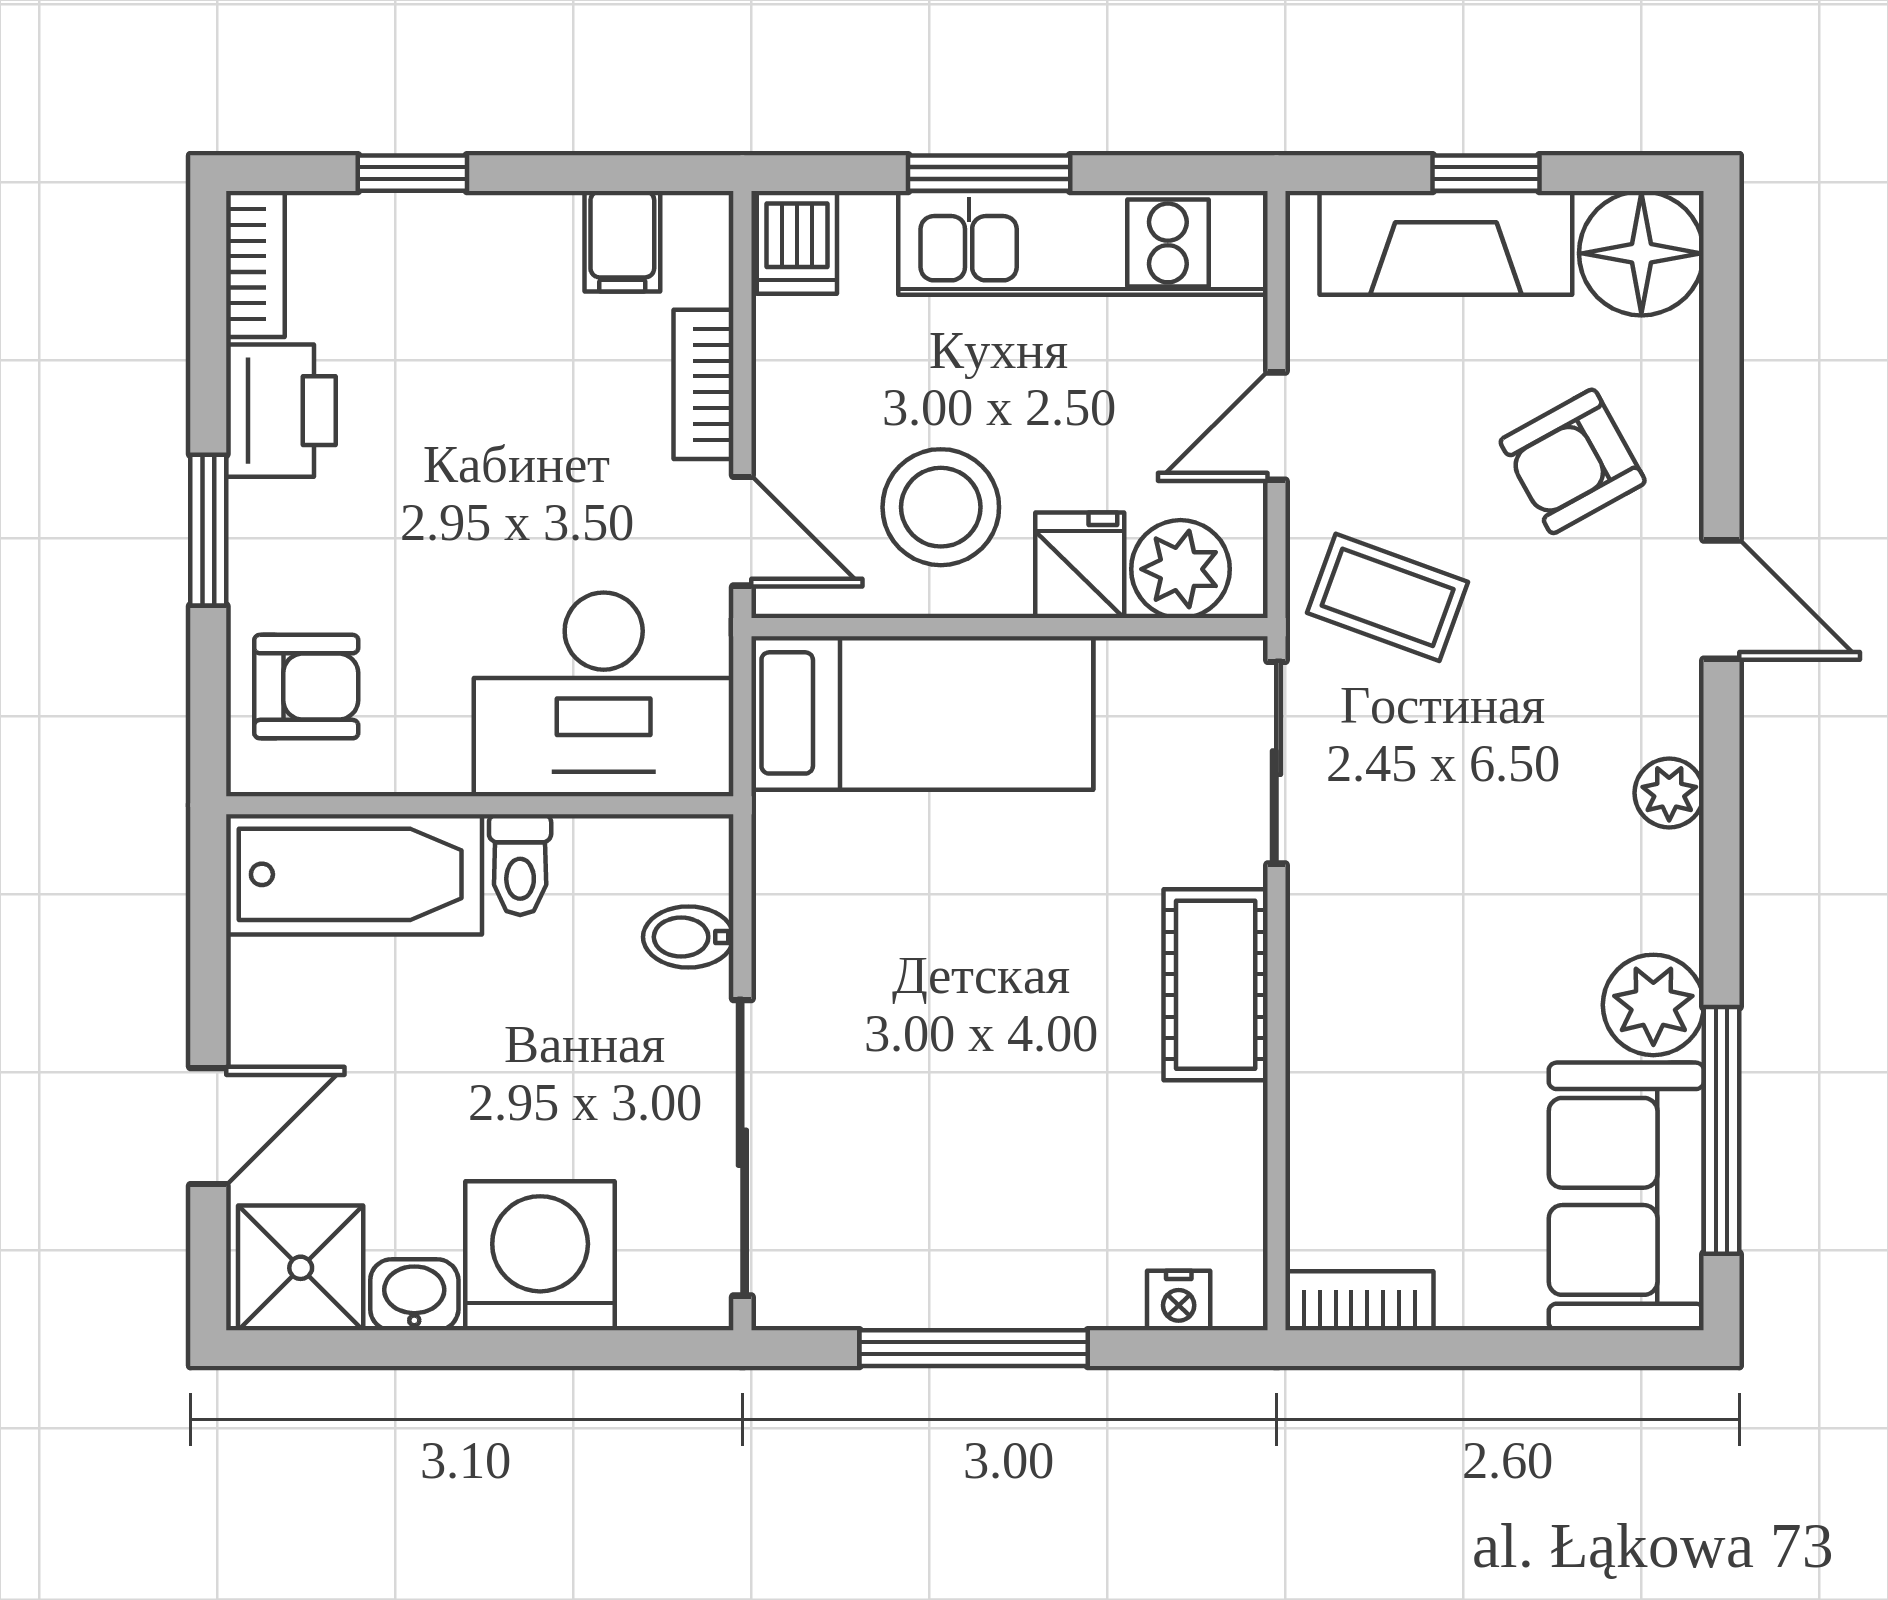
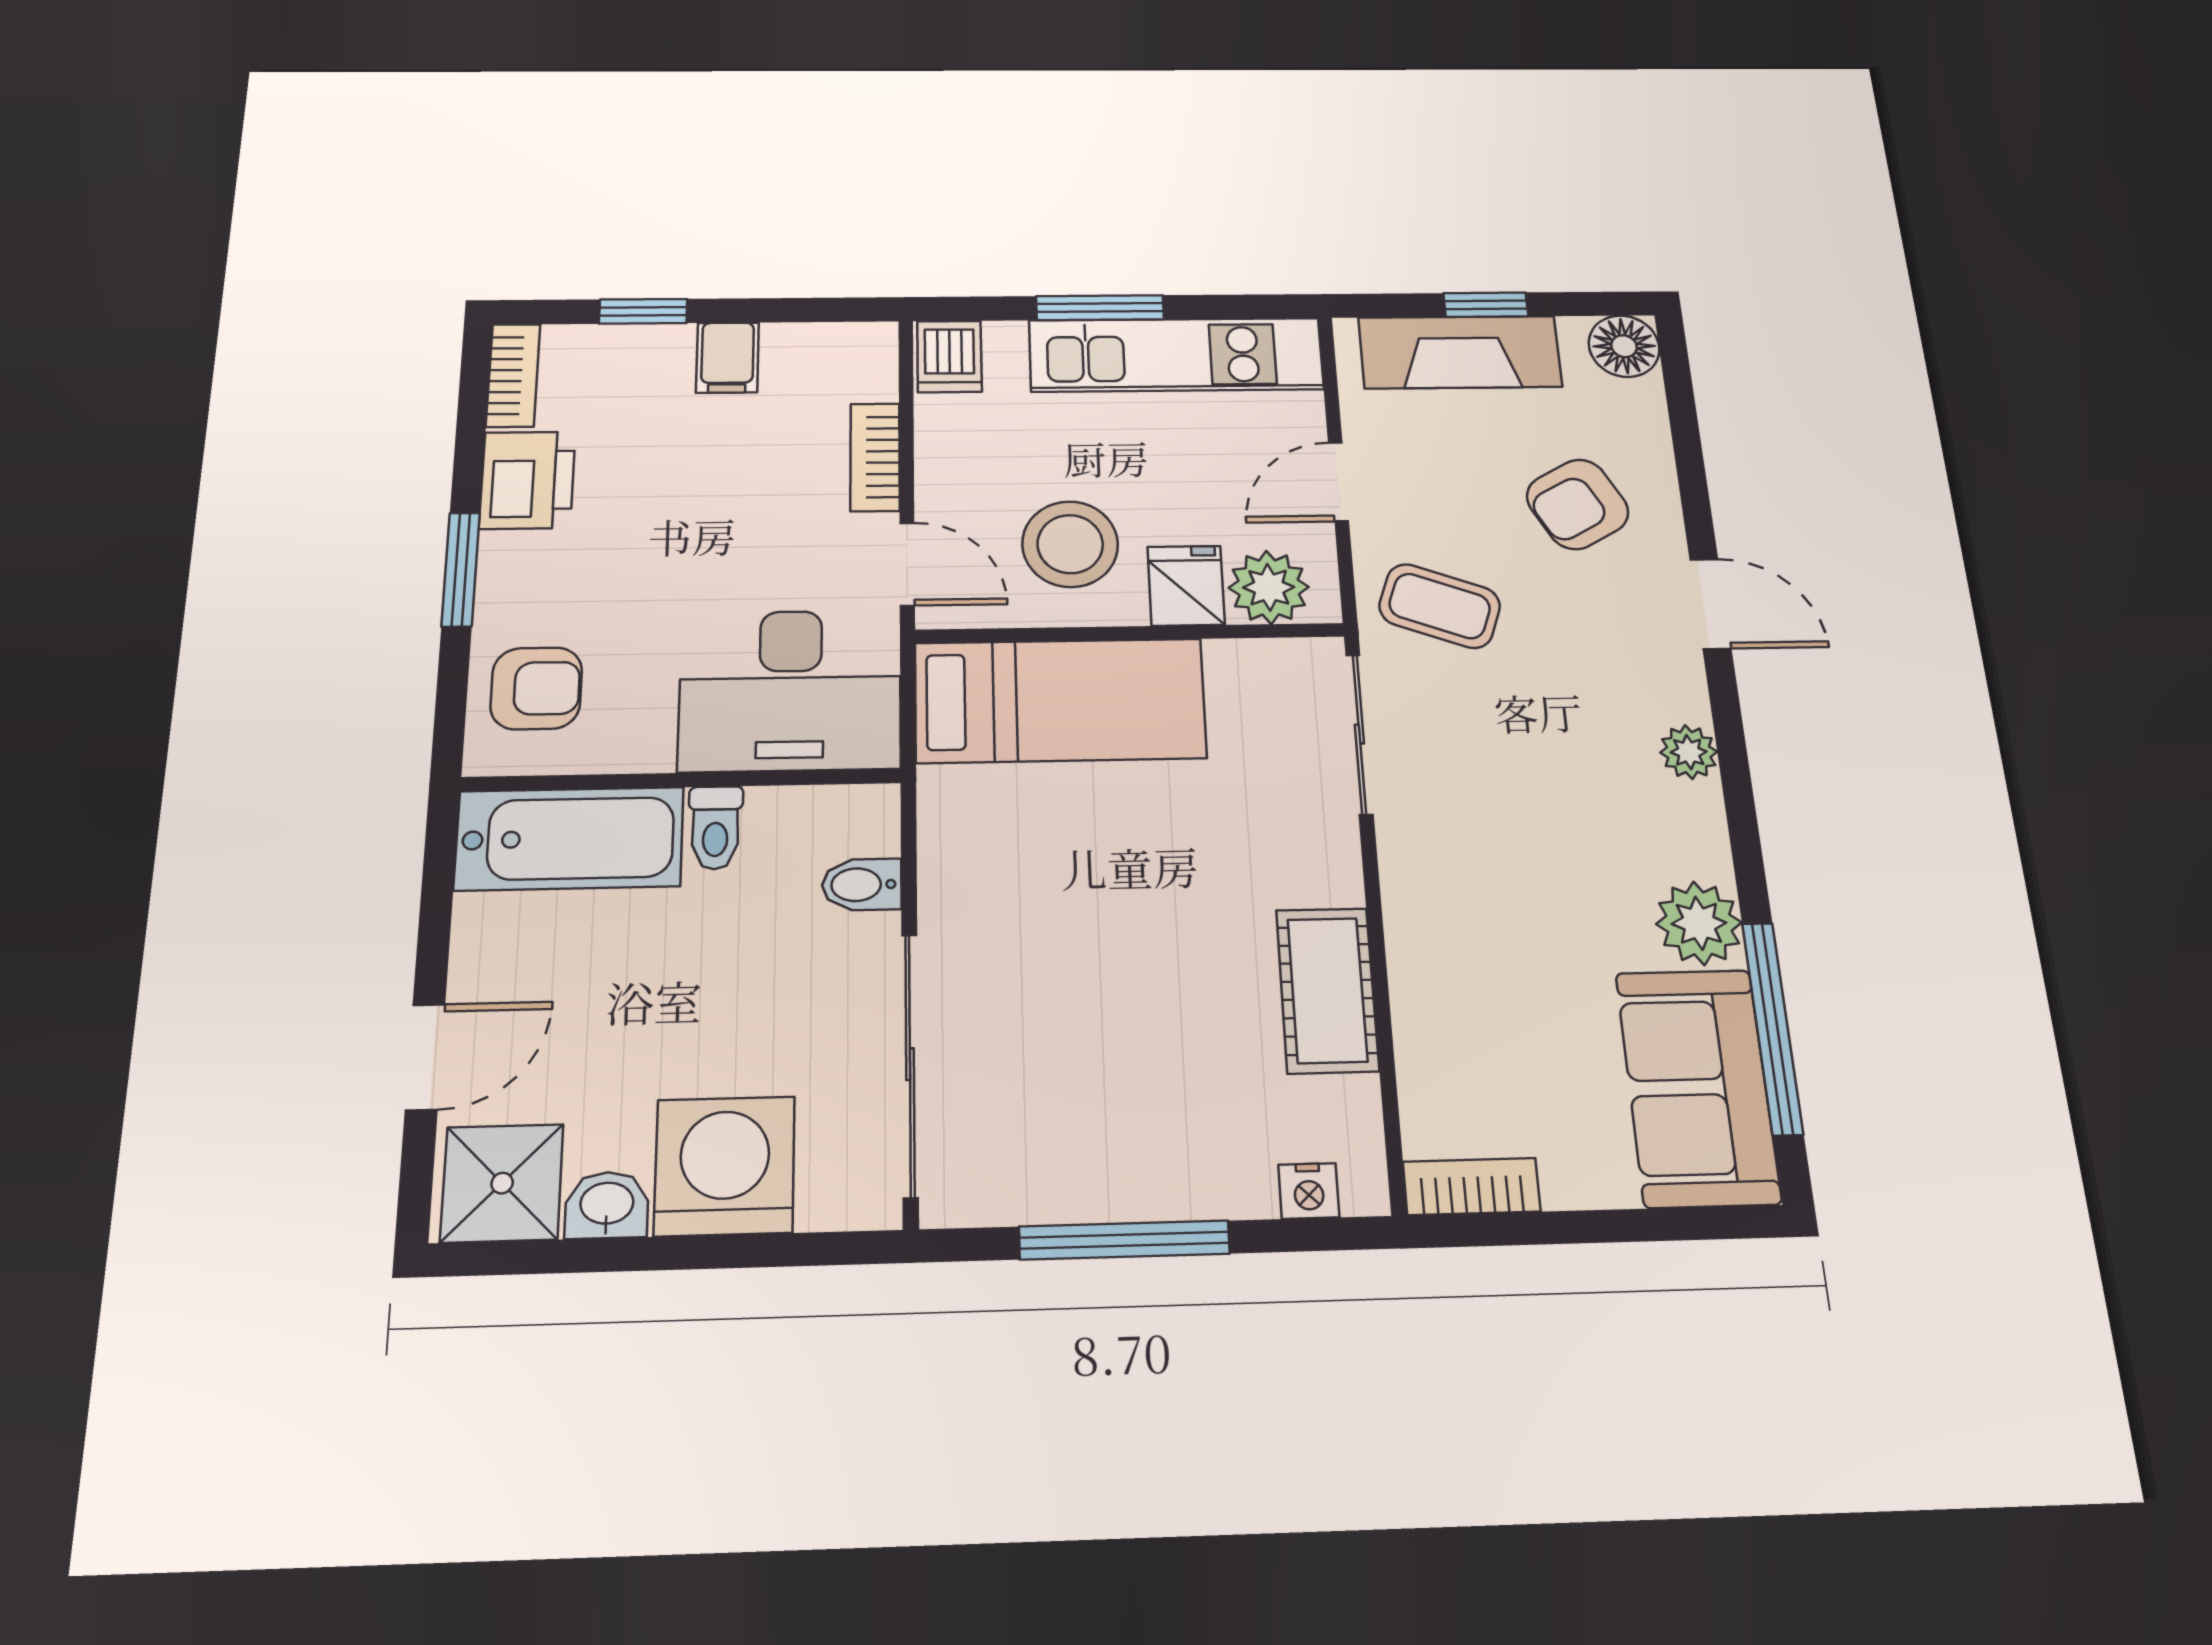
filing cabinet: (622, 241) -> (727, 358), moved
floor lamp: (1641, 253) -> (1624, 346), width x0.73, depth x0.73
cot: (1216, 985) -> (1327, 990), moved

